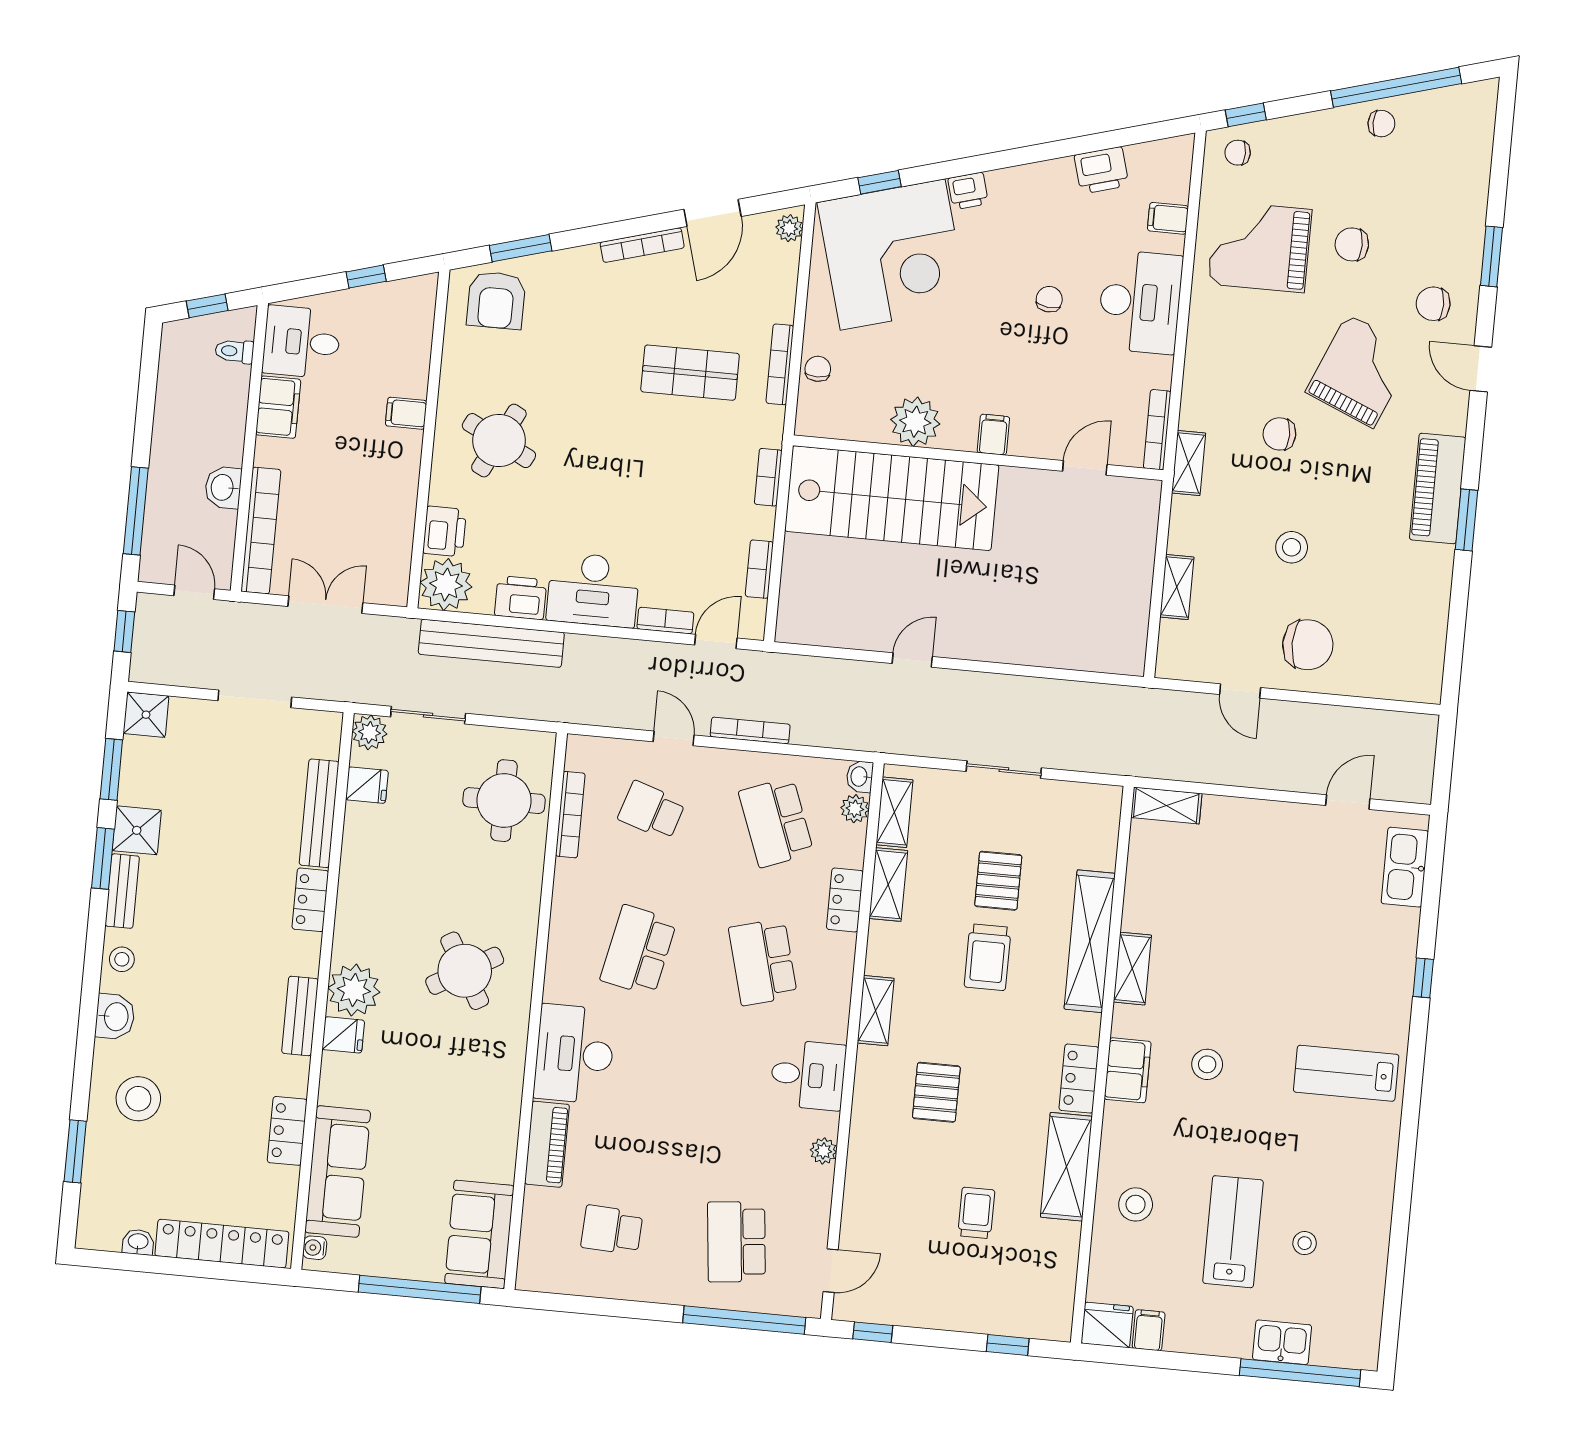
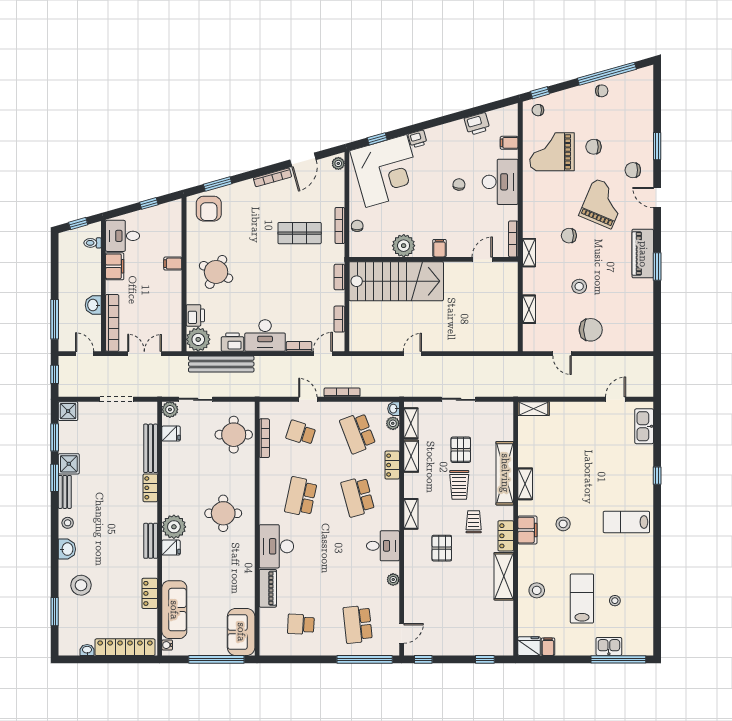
round table: (465, 971) -> (223, 513), turned 30
trolley: (976, 1213) -> (474, 522), moved

